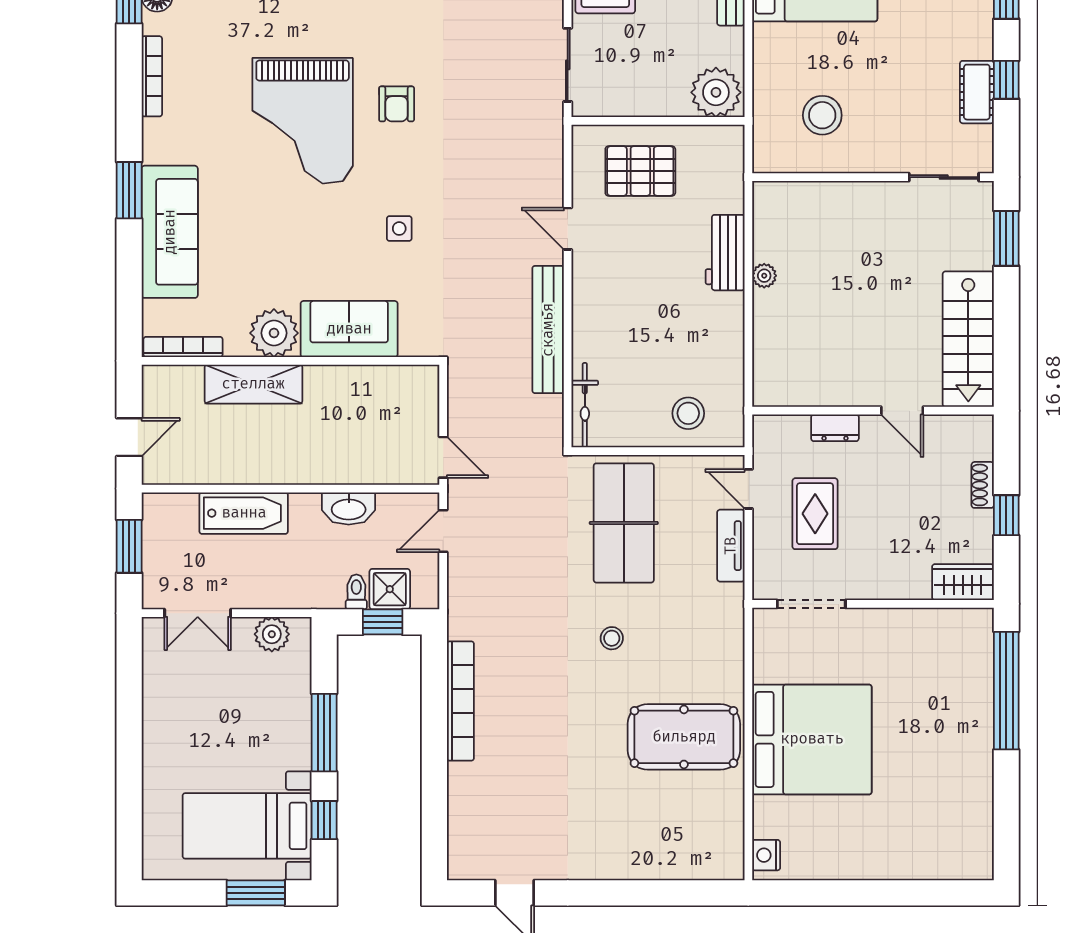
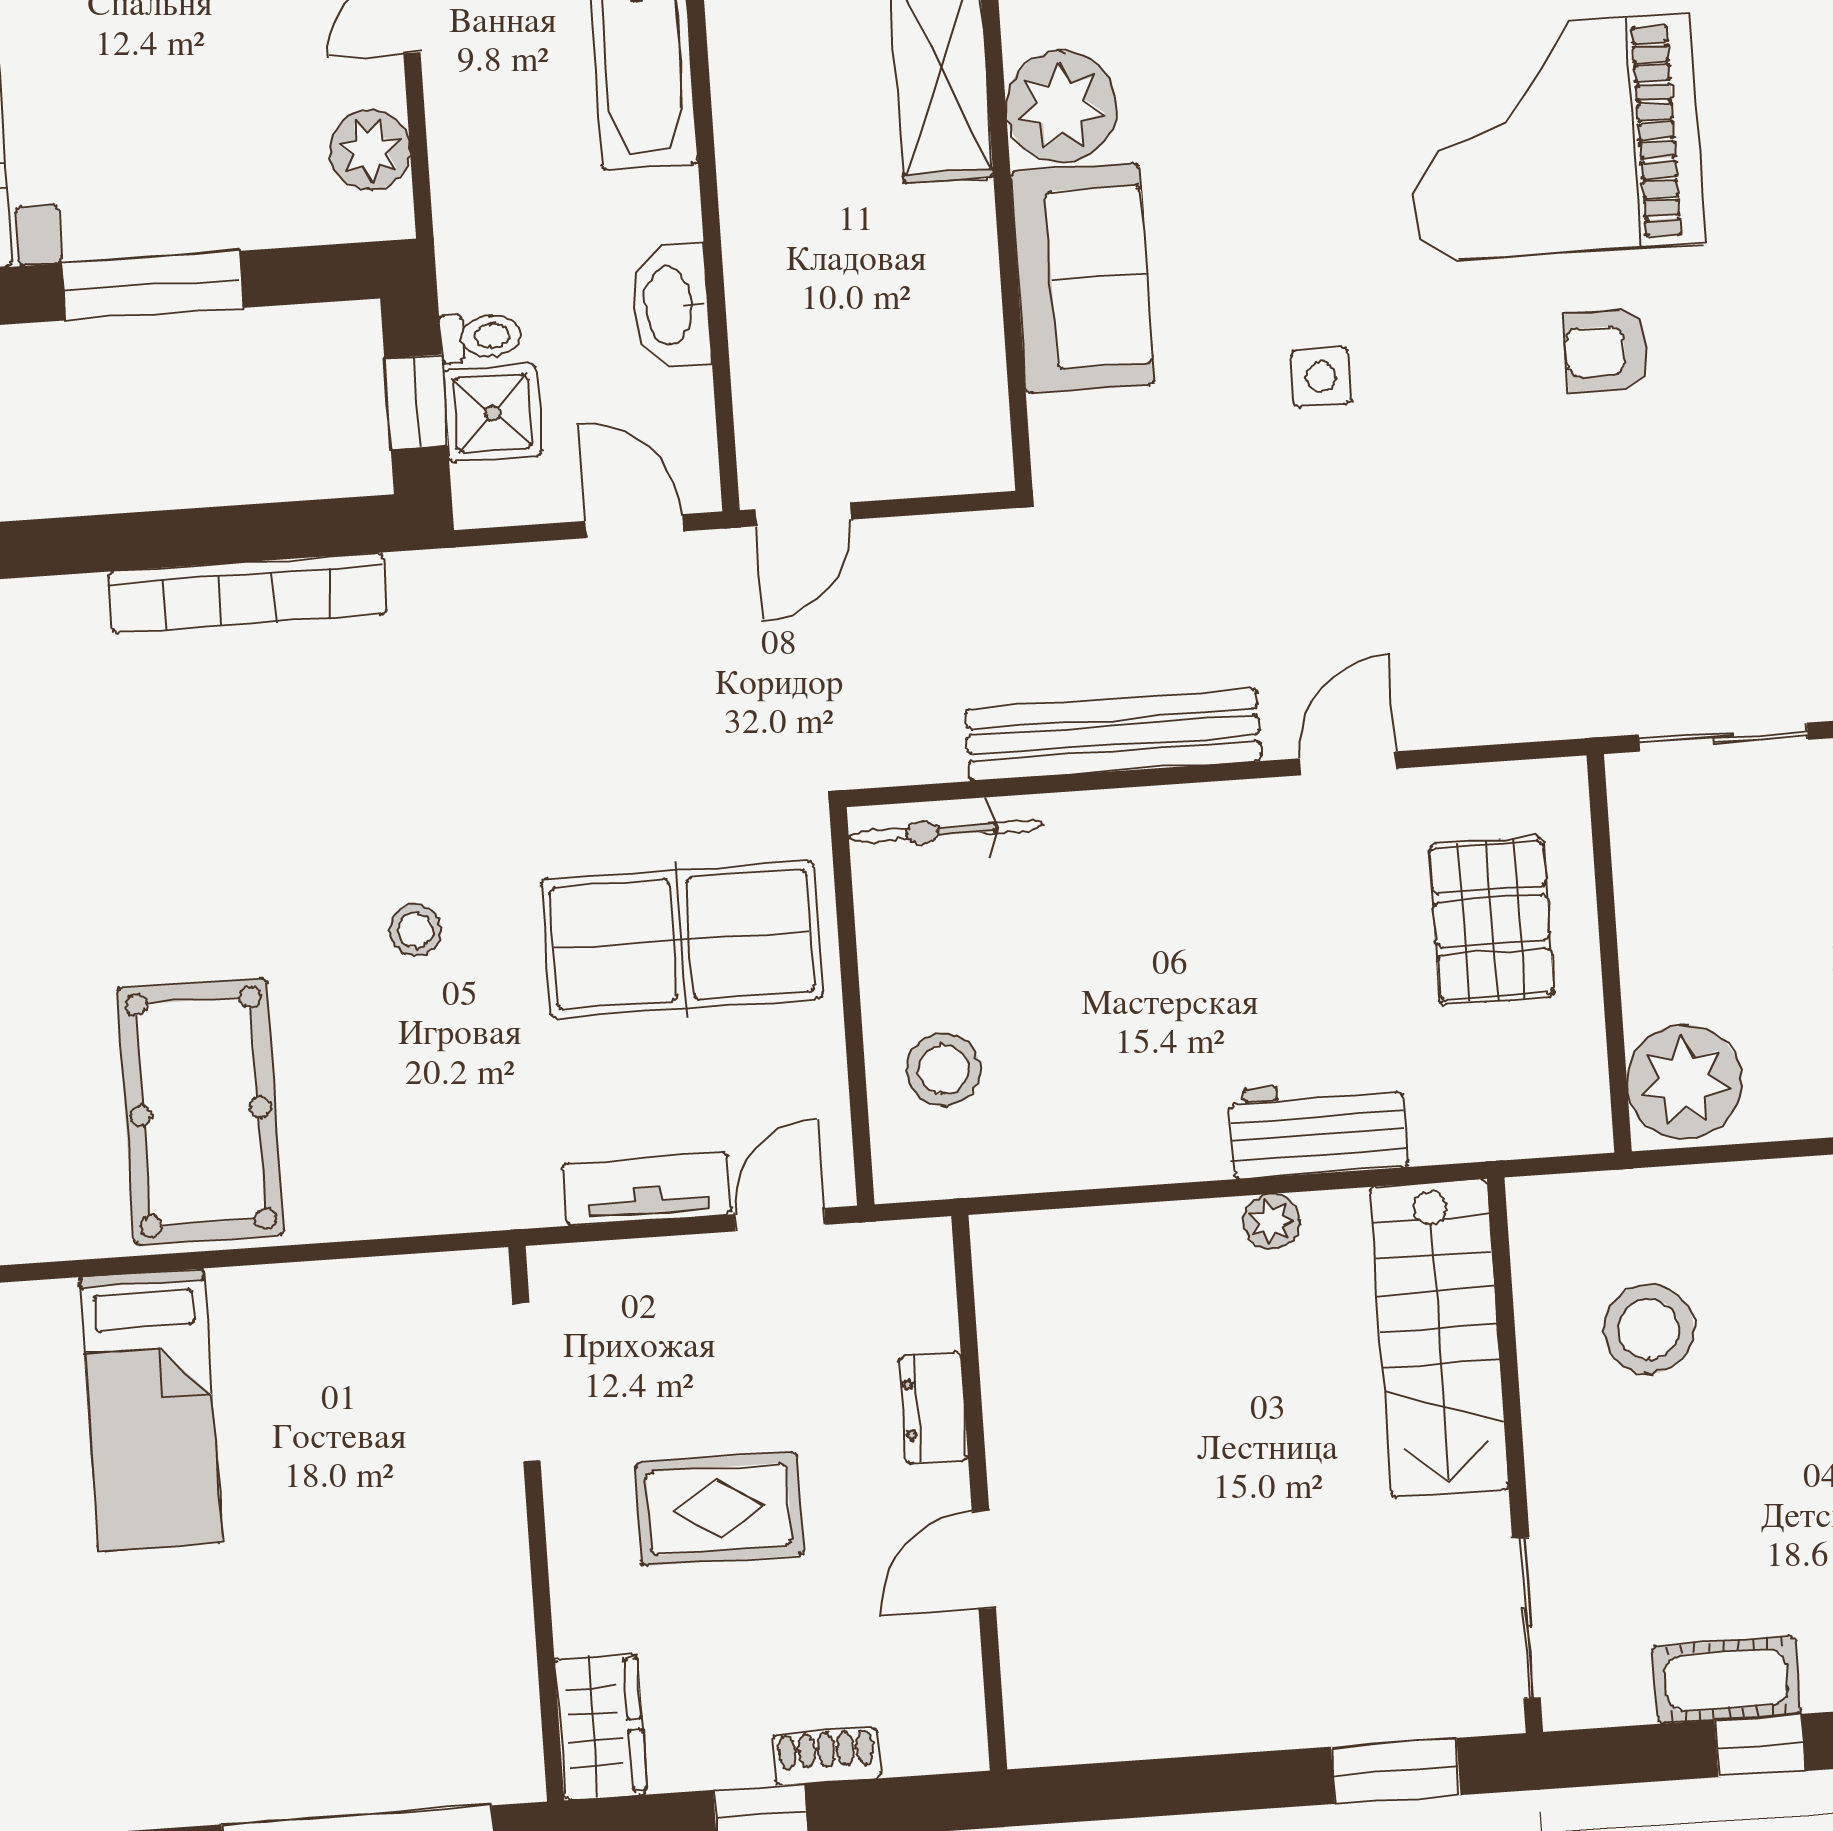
stairs: (968, 339) -> (1439, 1338), moved, turned -90
rug: (815, 514) -> (719, 1509), moved
bed: (812, 739) -> (151, 1410), width x0.49

